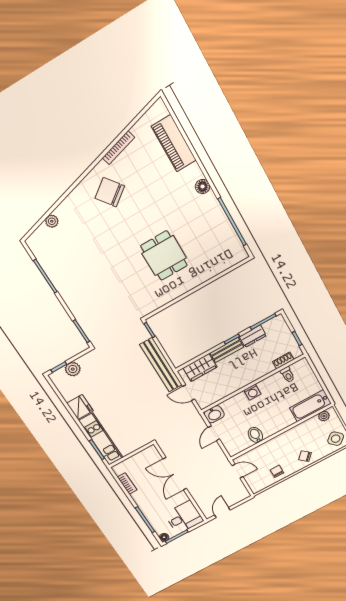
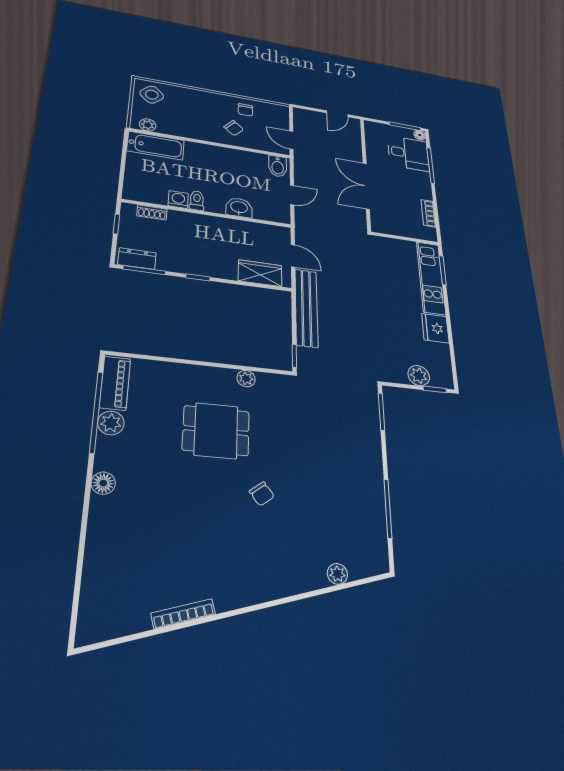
piano: (174, 143) -> (115, 383), moved, width x0.73, depth x0.75
chair: (110, 192) -> (262, 494), moved, width x0.54, depth x0.54
plant: (221, 221) -> (111, 423), added
dining table: (164, 256) -> (216, 431), turned 90
plant: (167, 297) -> (246, 379), added
dresser: (253, 336) -> (137, 259), moved
bench: (227, 350) -> (213, 270), removed
toilet: (287, 375) -> (197, 201), moved
washing machine: (252, 392) -> (178, 200), moved
washbasin: (214, 414) -> (239, 208), moved
bidet: (255, 435) -> (278, 166), moved
chair: (305, 456) -> (234, 128), moved
double door: (175, 474) -> (366, 186), swing flipped
desk: (184, 517) -> (408, 153), moved, turned 180

